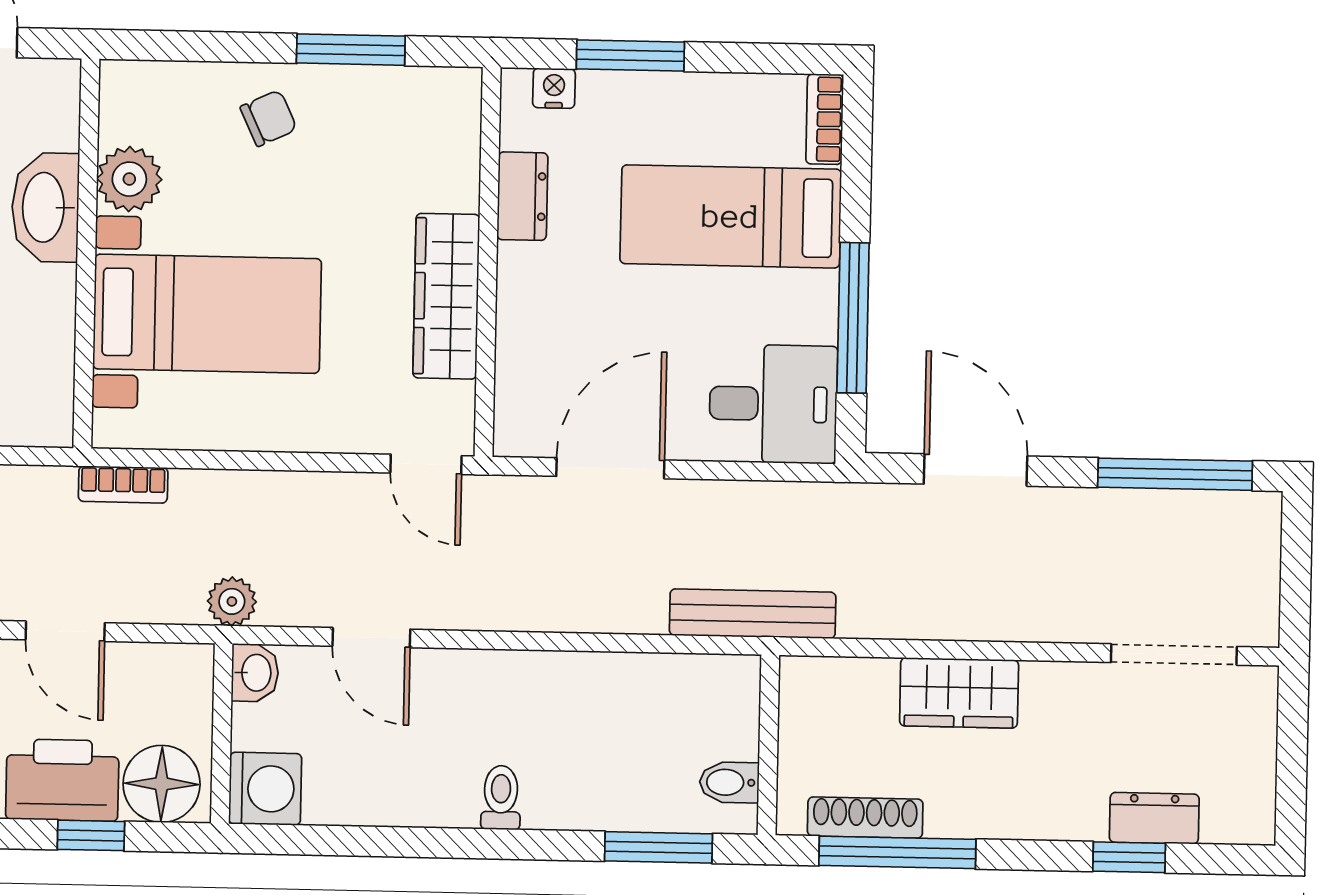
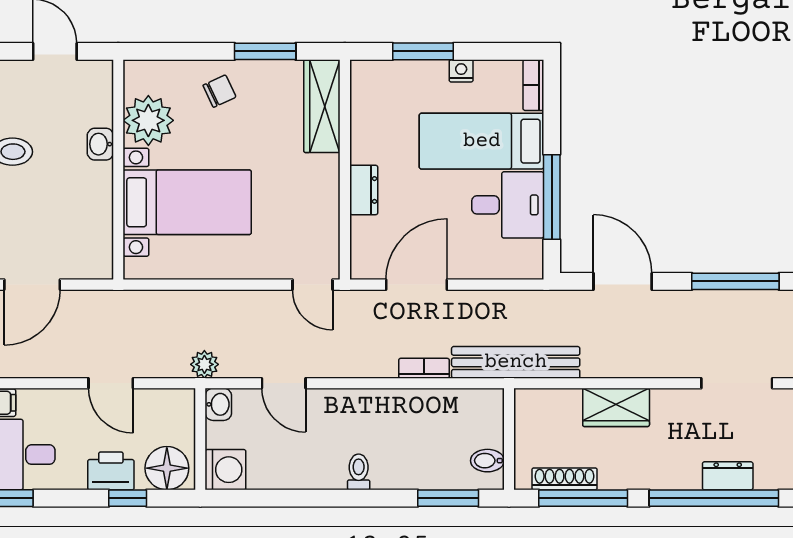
nightstand: (554, 88) -> (461, 71), moved
plant: (129, 179) -> (148, 120), width x1.36, depth x1.36
dresser: (522, 196) -> (364, 190), moved
washbasin: (45, 207) -> (100, 144), width x0.52, depth x0.69
wardrobe: (446, 296) -> (322, 106), moved
desk: (773, 404) -> (508, 205), moved
bookcase: (123, 484) -> (424, 368), moved, turned 180
bench: (753, 614) -> (516, 362), width x1.37, depth x1.21
printer: (62, 780) -> (111, 471), width x0.73, depth x0.84
window: (1129, 857) -> (714, 498), width x3.17

